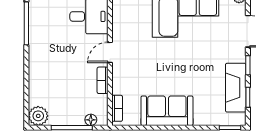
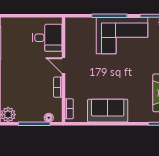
door: (110, 52) -> (63, 66), hinge flipped

